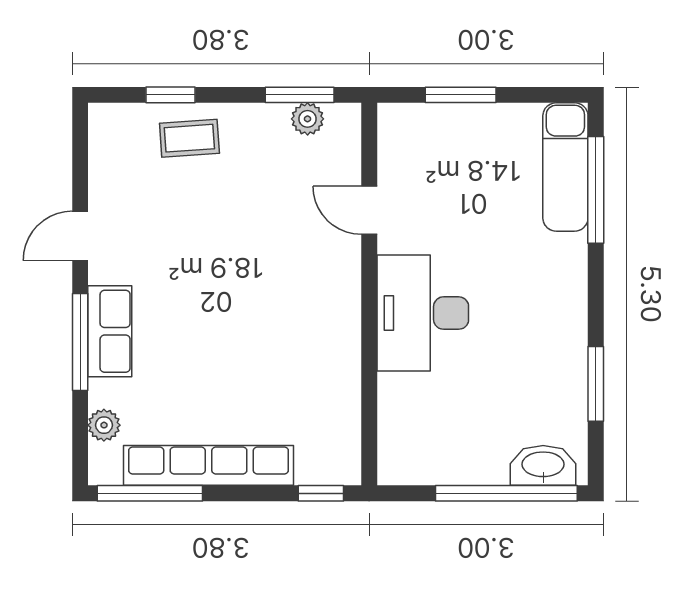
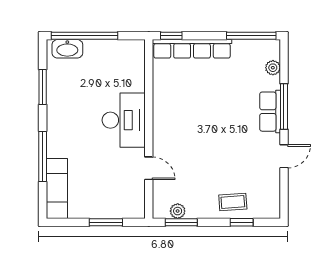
window: (596, 190) -> (43, 157), moved
row of seats: (209, 465) -> (192, 49), moved

